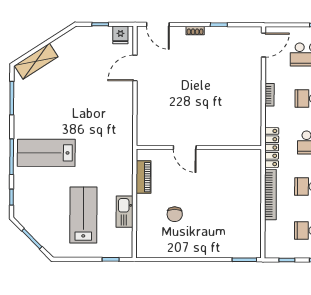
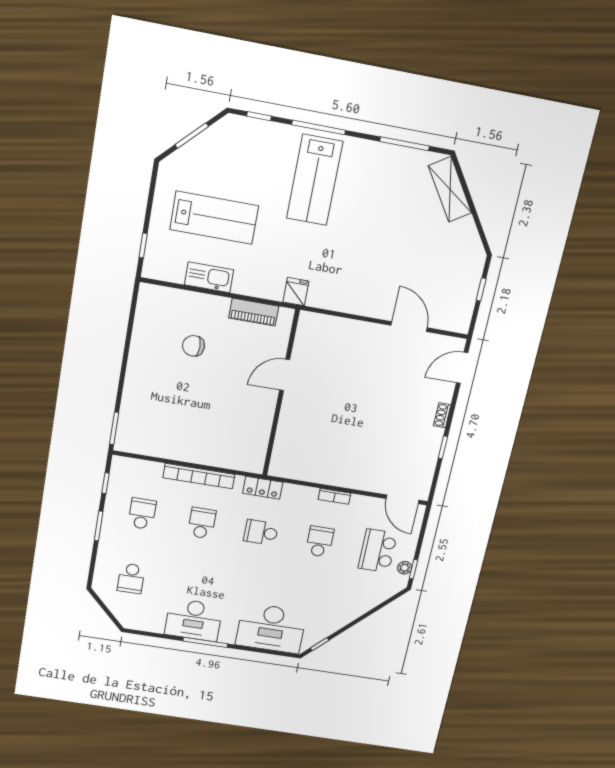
fridge: (120, 35) -> (296, 292), moved, turned 90
locker: (272, 148) -> (263, 488), width x0.66
lab bench: (46, 153) -> (315, 180), turned 180

